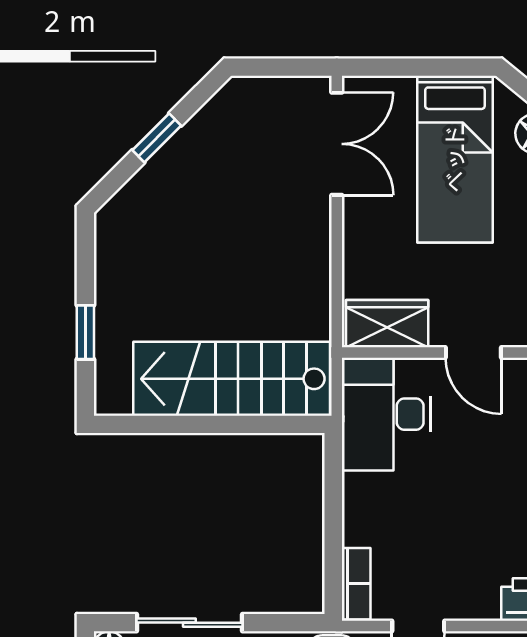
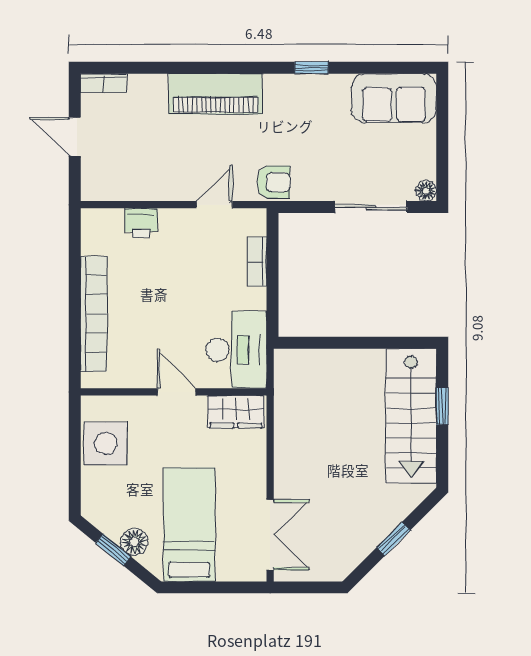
double door: (337, 144) -> (270, 535), swing flipped
stairs: (232, 379) -> (411, 416), moved, turned 90
bookcase: (356, 584) -> (257, 262), moved

